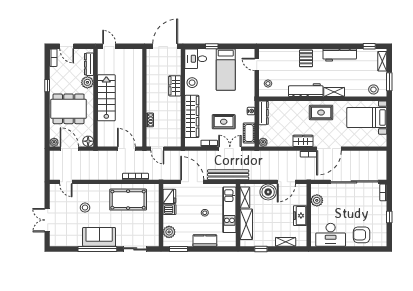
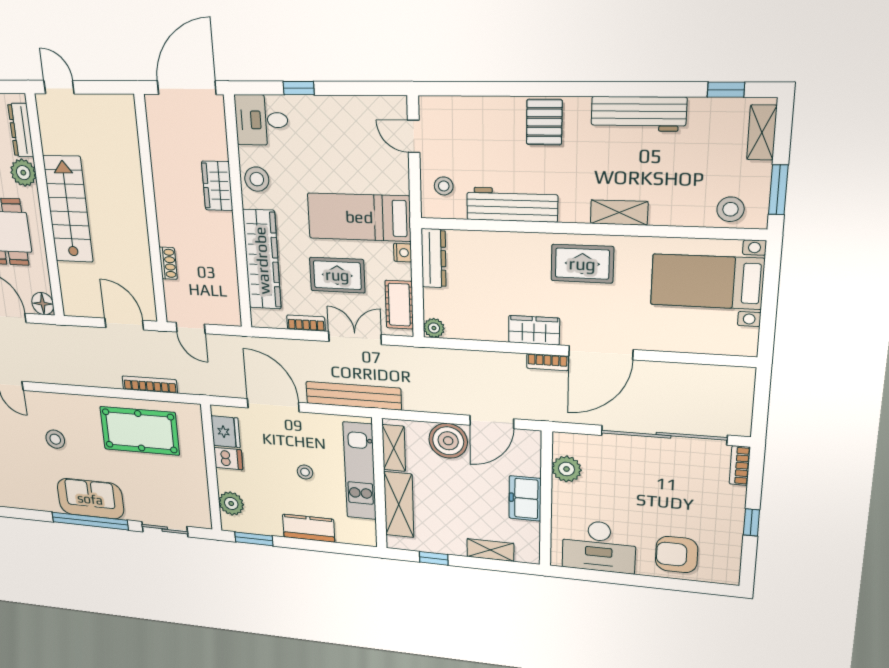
bed: (226, 70) -> (359, 217), moved, turned 90
workbench: (306, 90) -> (512, 205), moved

